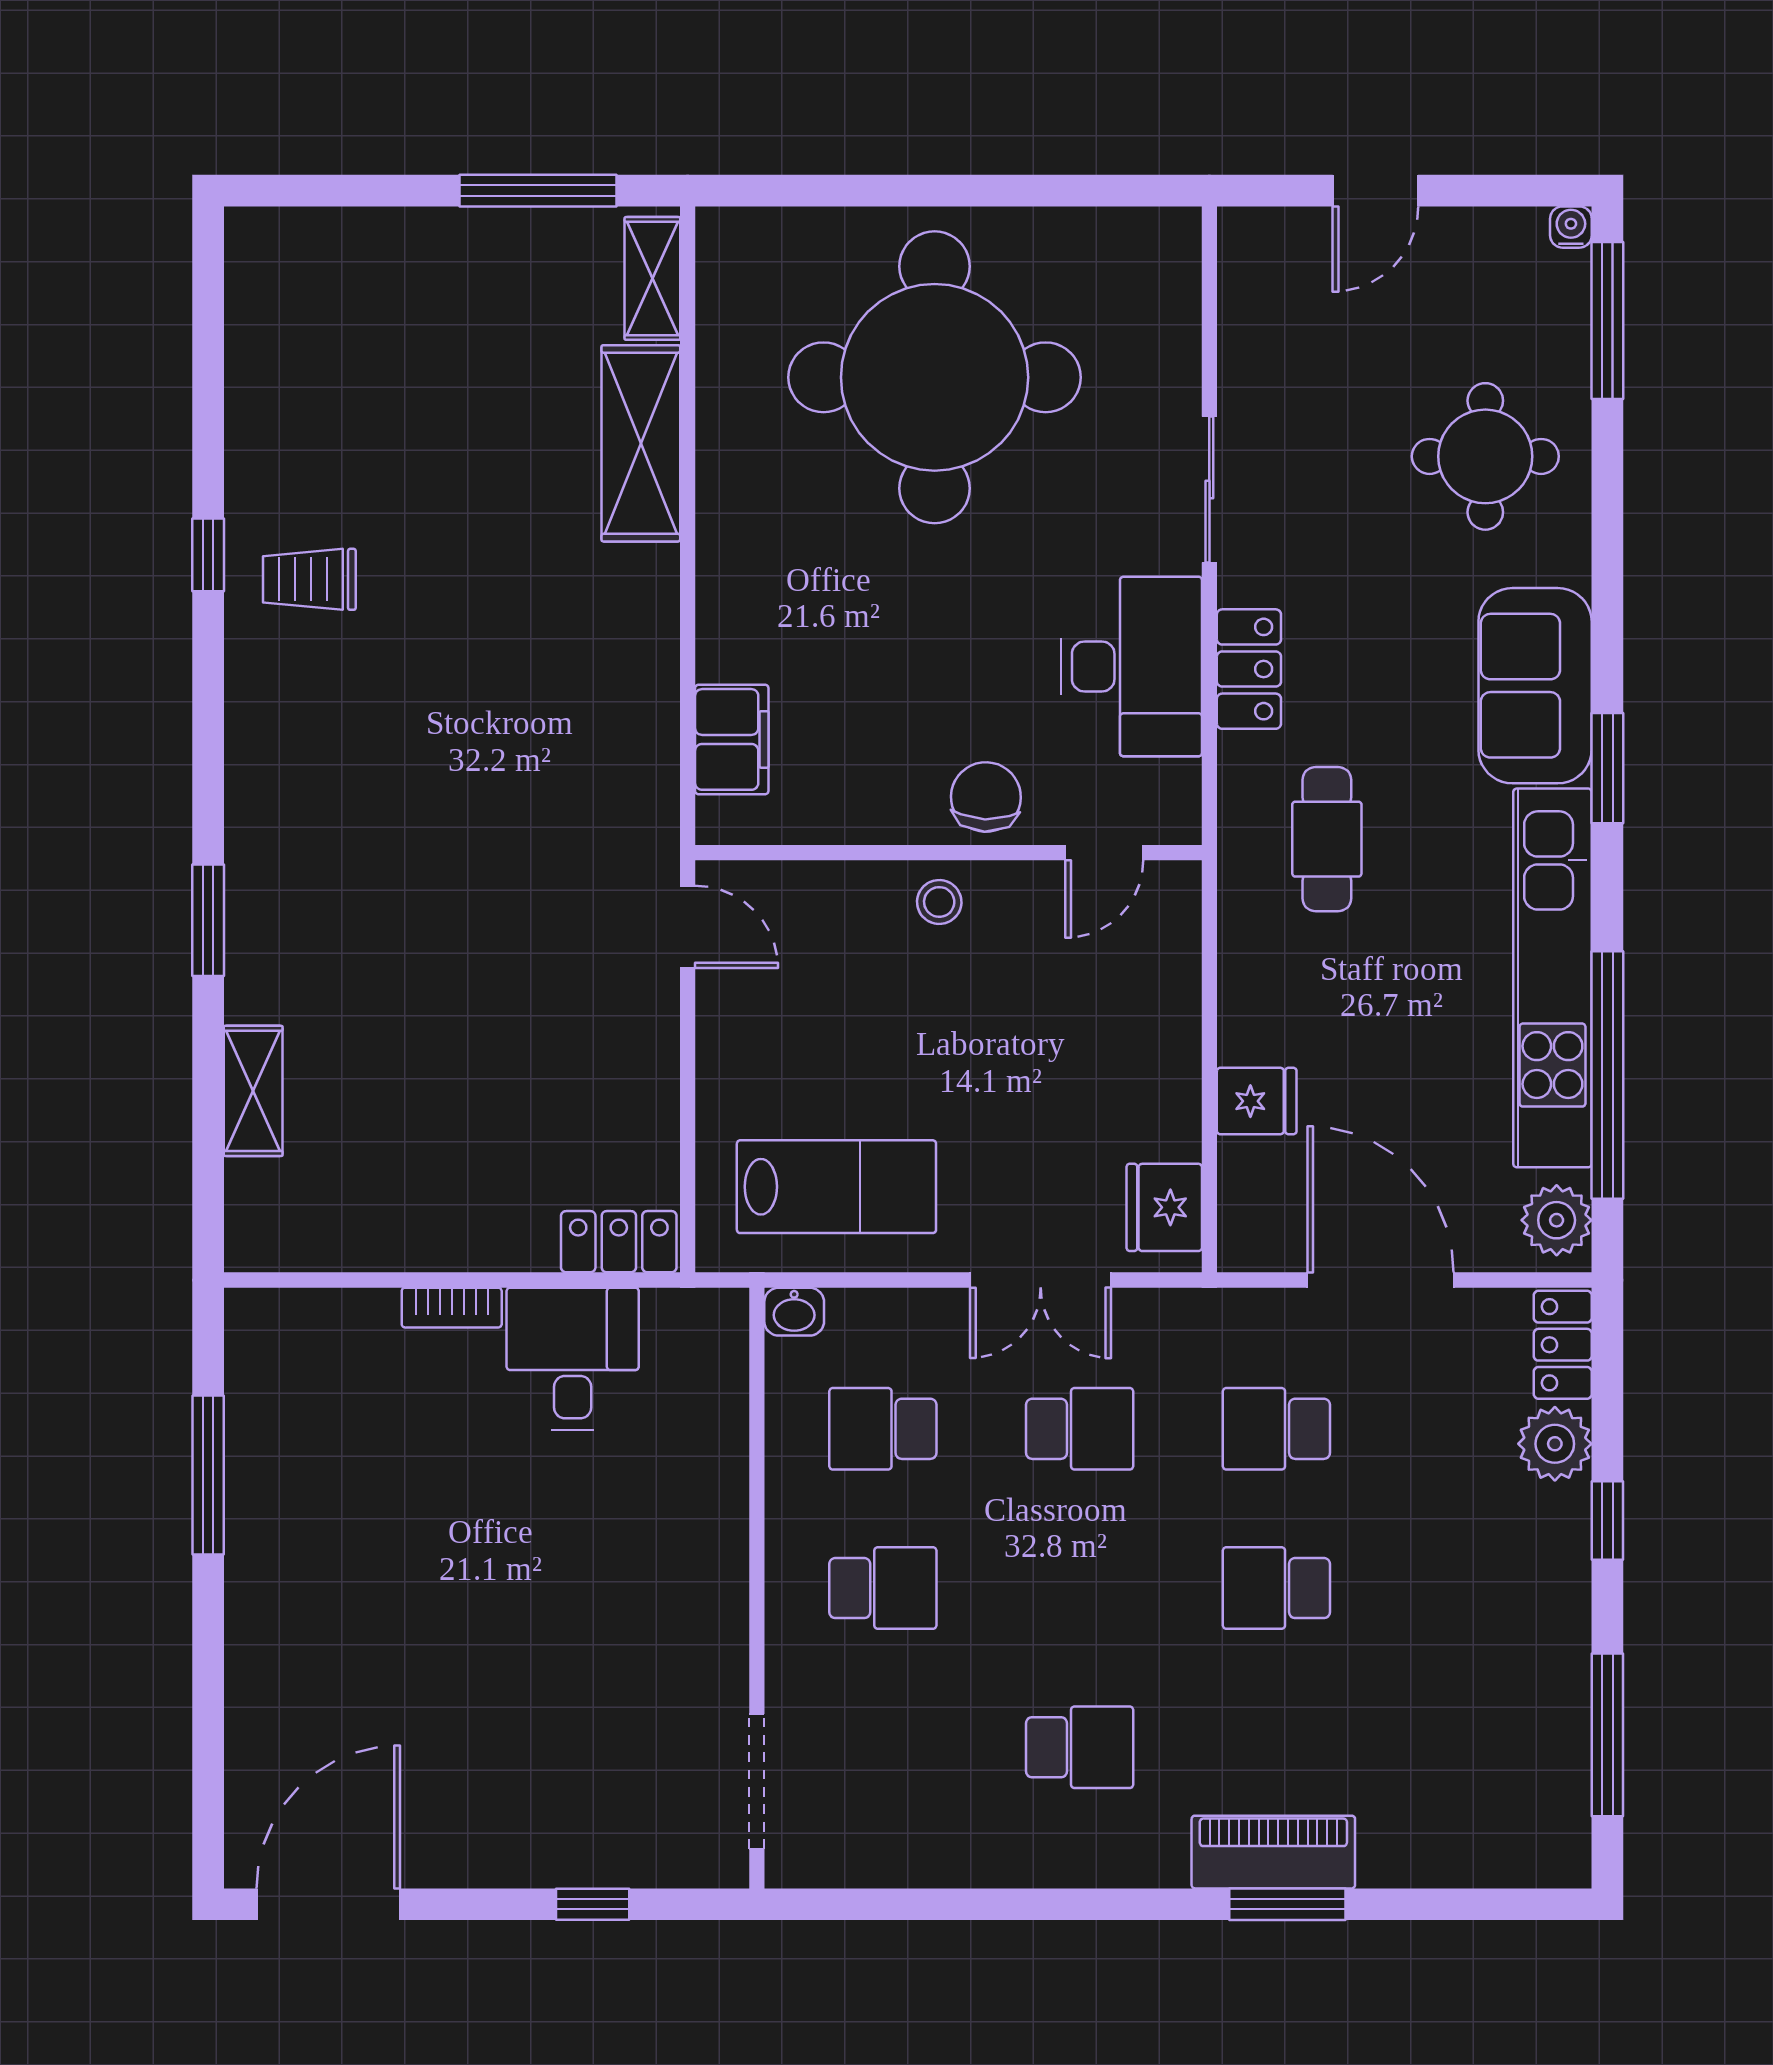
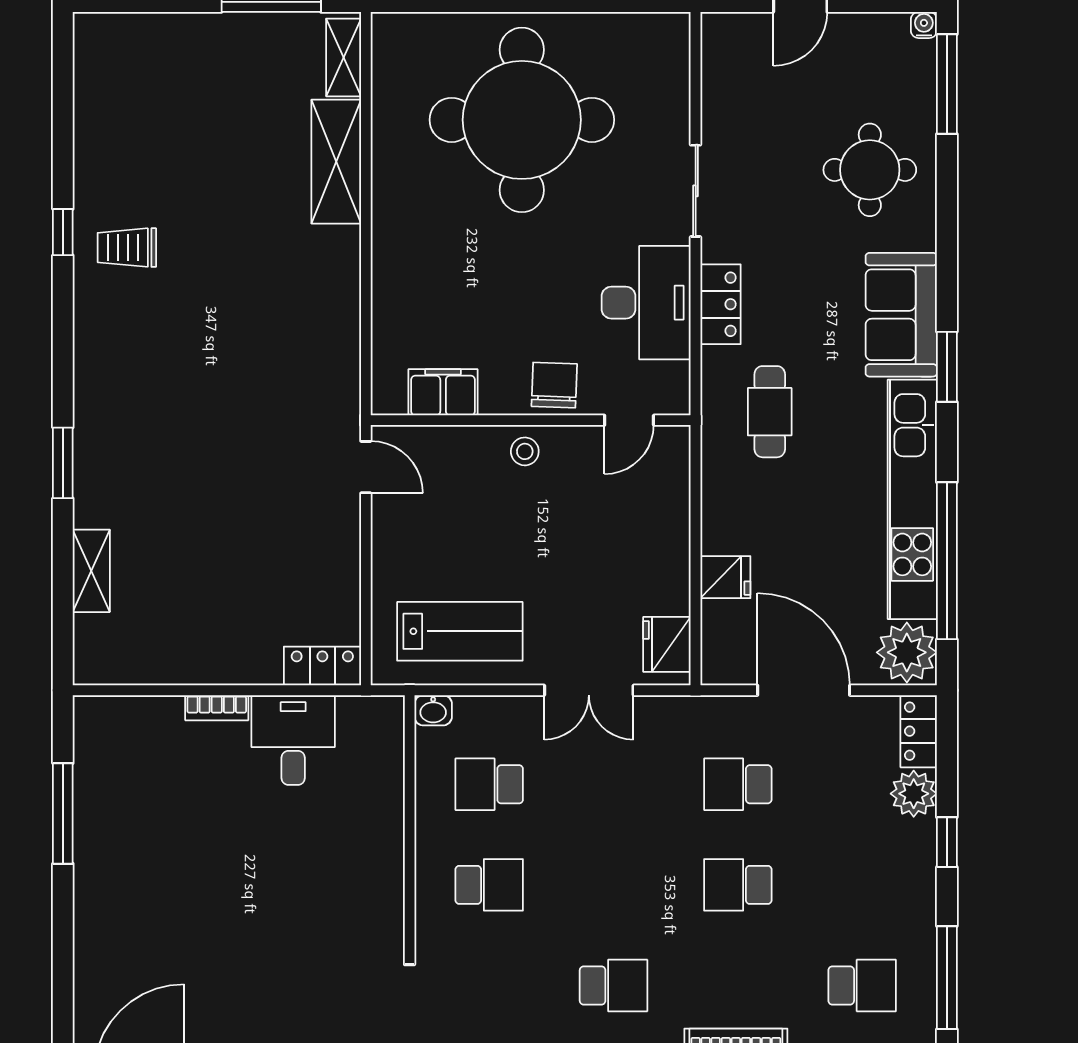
filing cabinet: (732, 739) -> (443, 392), moved, turned -90
plant: (1557, 1220) -> (907, 652), width x1.36, depth x1.36
school desk: (1080, 1429) -> (862, 985), moved

